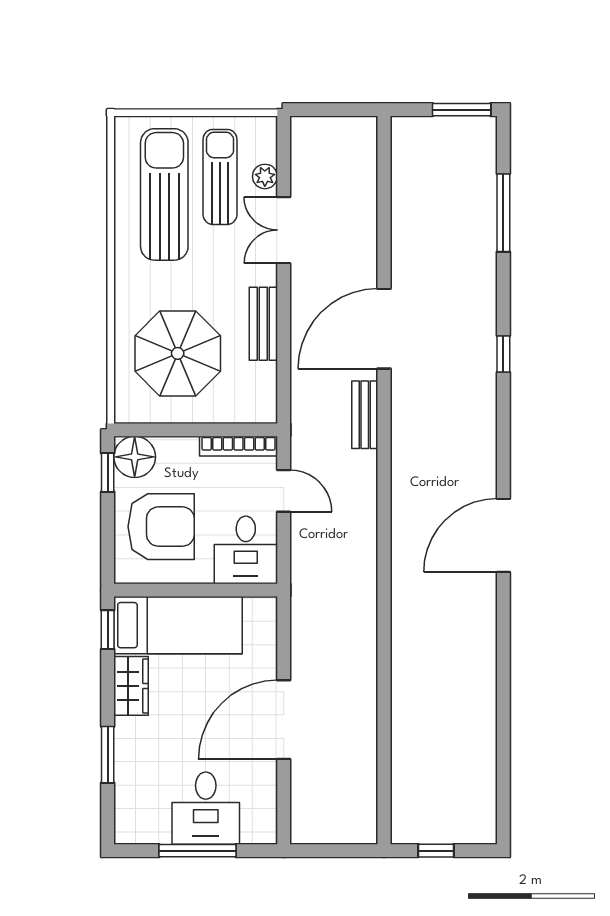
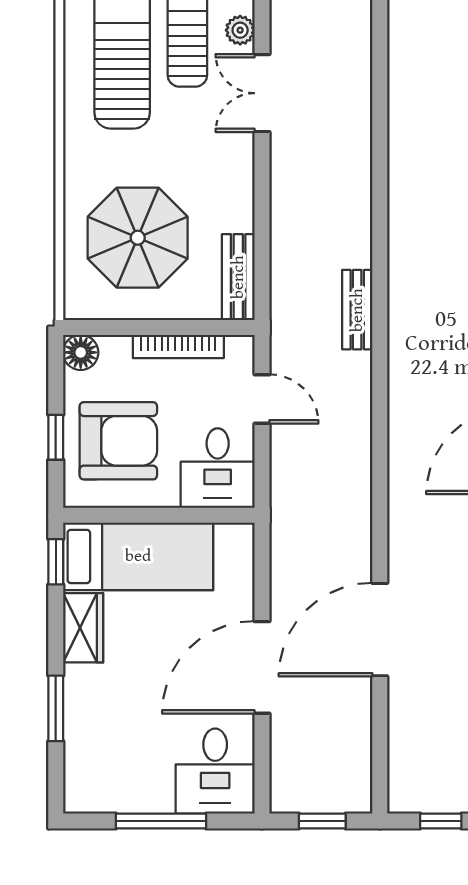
bench: (263, 324) -> (238, 277), moved
door: (384, 329) -> (380, 630), moved
bookcase: (238, 446) -> (178, 346), moved
floor lamp: (135, 457) -> (81, 352), width x0.73, depth x0.73
window: (108, 472) -> (56, 437), moved
desk: (206, 808) -> (215, 771), moved
window: (335, 851) -> (322, 821), added

